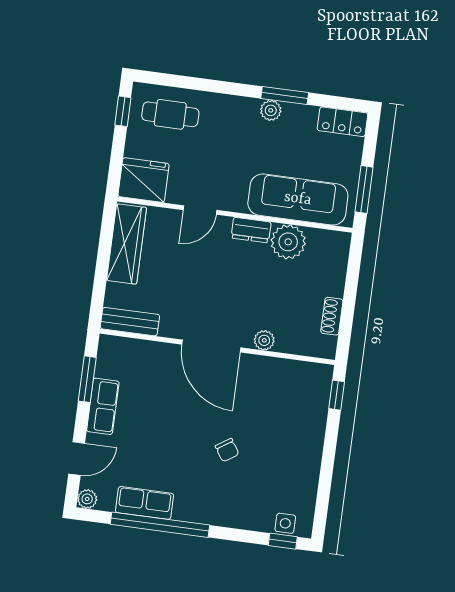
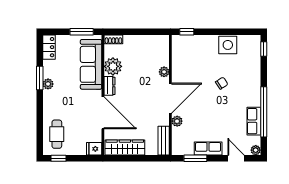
fridge: (144, 180) -> (94, 149), width x0.53, depth x0.75
door: (200, 210) -> (103, 113), width x1.88
shoe rack: (332, 316) -> (113, 39), moved
plant: (164, 353) -> (177, 121), added
side table: (285, 523) -> (228, 45), moved, width x1.87, depth x1.87

